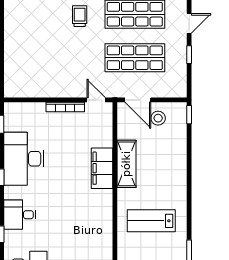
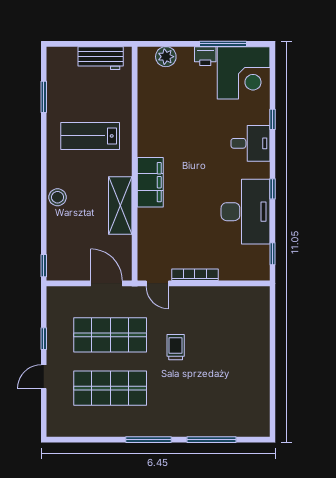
trolley: (80, 16) -> (176, 347), moved, turned 180
stool: (158, 118) -> (58, 197), moved
filing cabinet: (102, 168) -> (150, 182), moved
lab bench: (151, 221) -> (90, 136), turned 180

